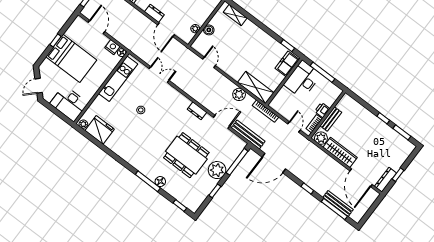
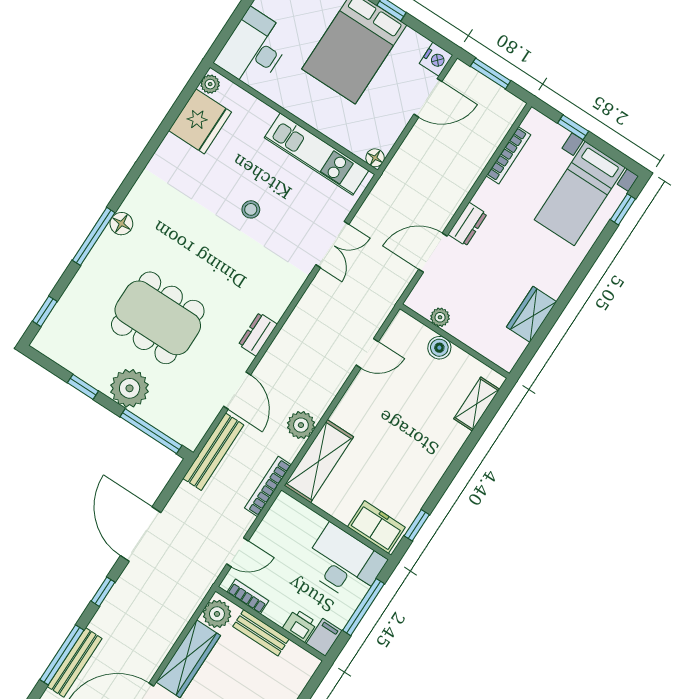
nightstand: (112, 47) -> (436, 59), moved
filing cabinet: (335, 91) -> (324, 637), added
printer: (322, 110) -> (300, 625), moved
dining table: (186, 155) -> (158, 318), turned 90
door: (274, 163) -> (141, 534), moved
floor lamp: (160, 182) -> (121, 224), moved

